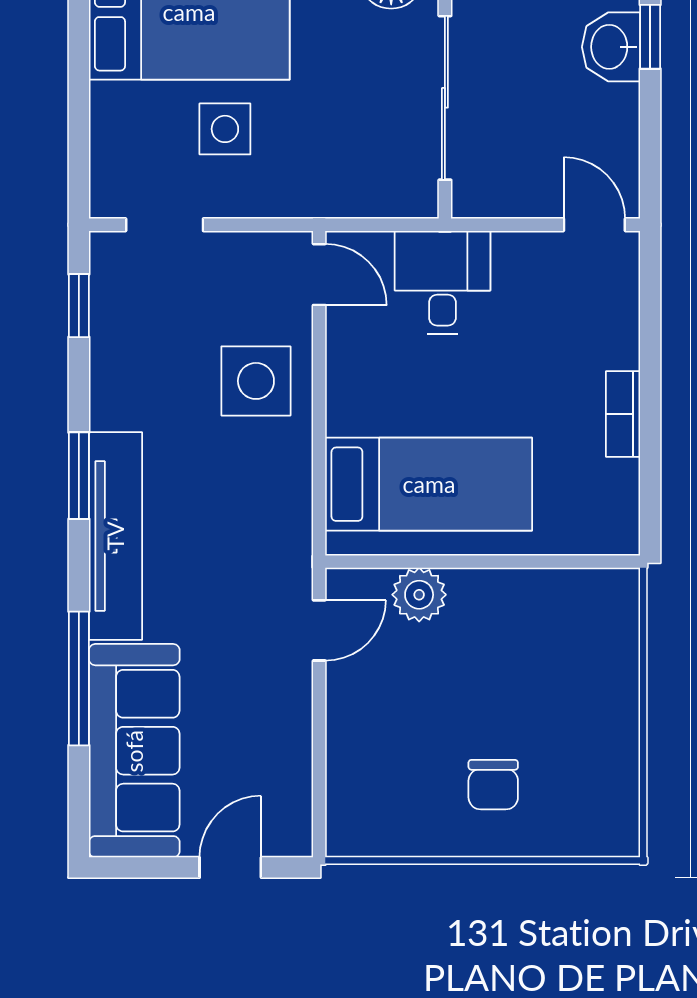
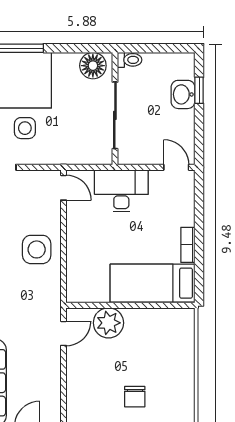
desk: (442, 282) -> (121, 191), width x1.37
side table: (256, 381) -> (37, 249), moved
bed: (429, 484) -> (153, 283), moved, turned 180
plant: (419, 595) -> (108, 323), width x1.36, depth x1.36

